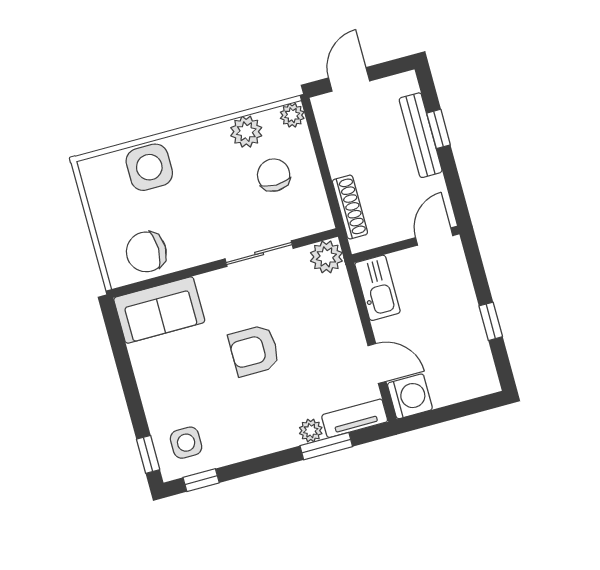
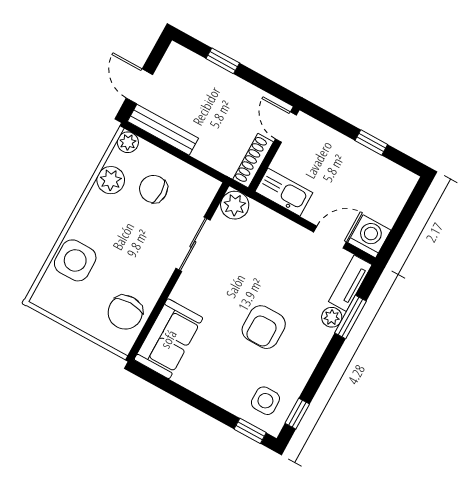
bench: (421, 135) -> (163, 130), moved
shoe rack: (350, 207) -> (253, 161), moved, turned -90
armchair: (254, 350) -> (264, 327), moved

